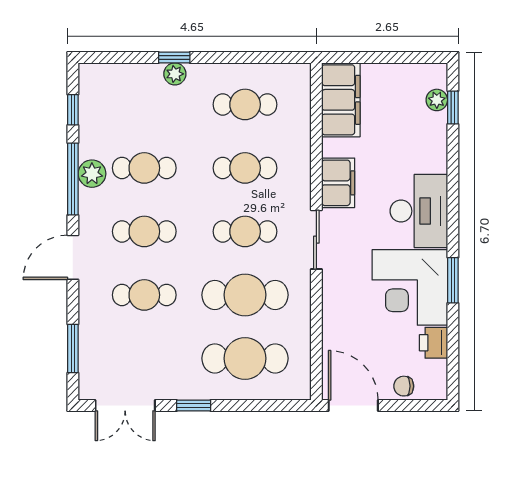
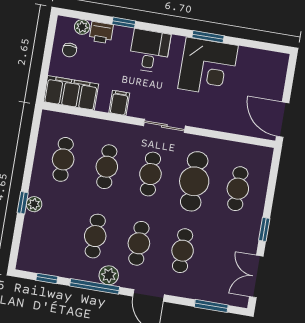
window: (453, 108) -> (124, 23), moved
plant: (92, 174) -> (109, 275), moved
filing cabinet: (338, 183) -> (119, 103), width x0.50
desk: (419, 211) -> (150, 51), width x0.73
printer: (433, 343) -> (101, 33), moved
cafe table: (245, 358) -> (238, 189), width x0.73, depth x0.74
chair: (404, 386) -> (70, 50), moved
double door: (125, 405) -> (256, 276), swing flipped
door: (353, 405) -> (283, 120), hinge flipped

